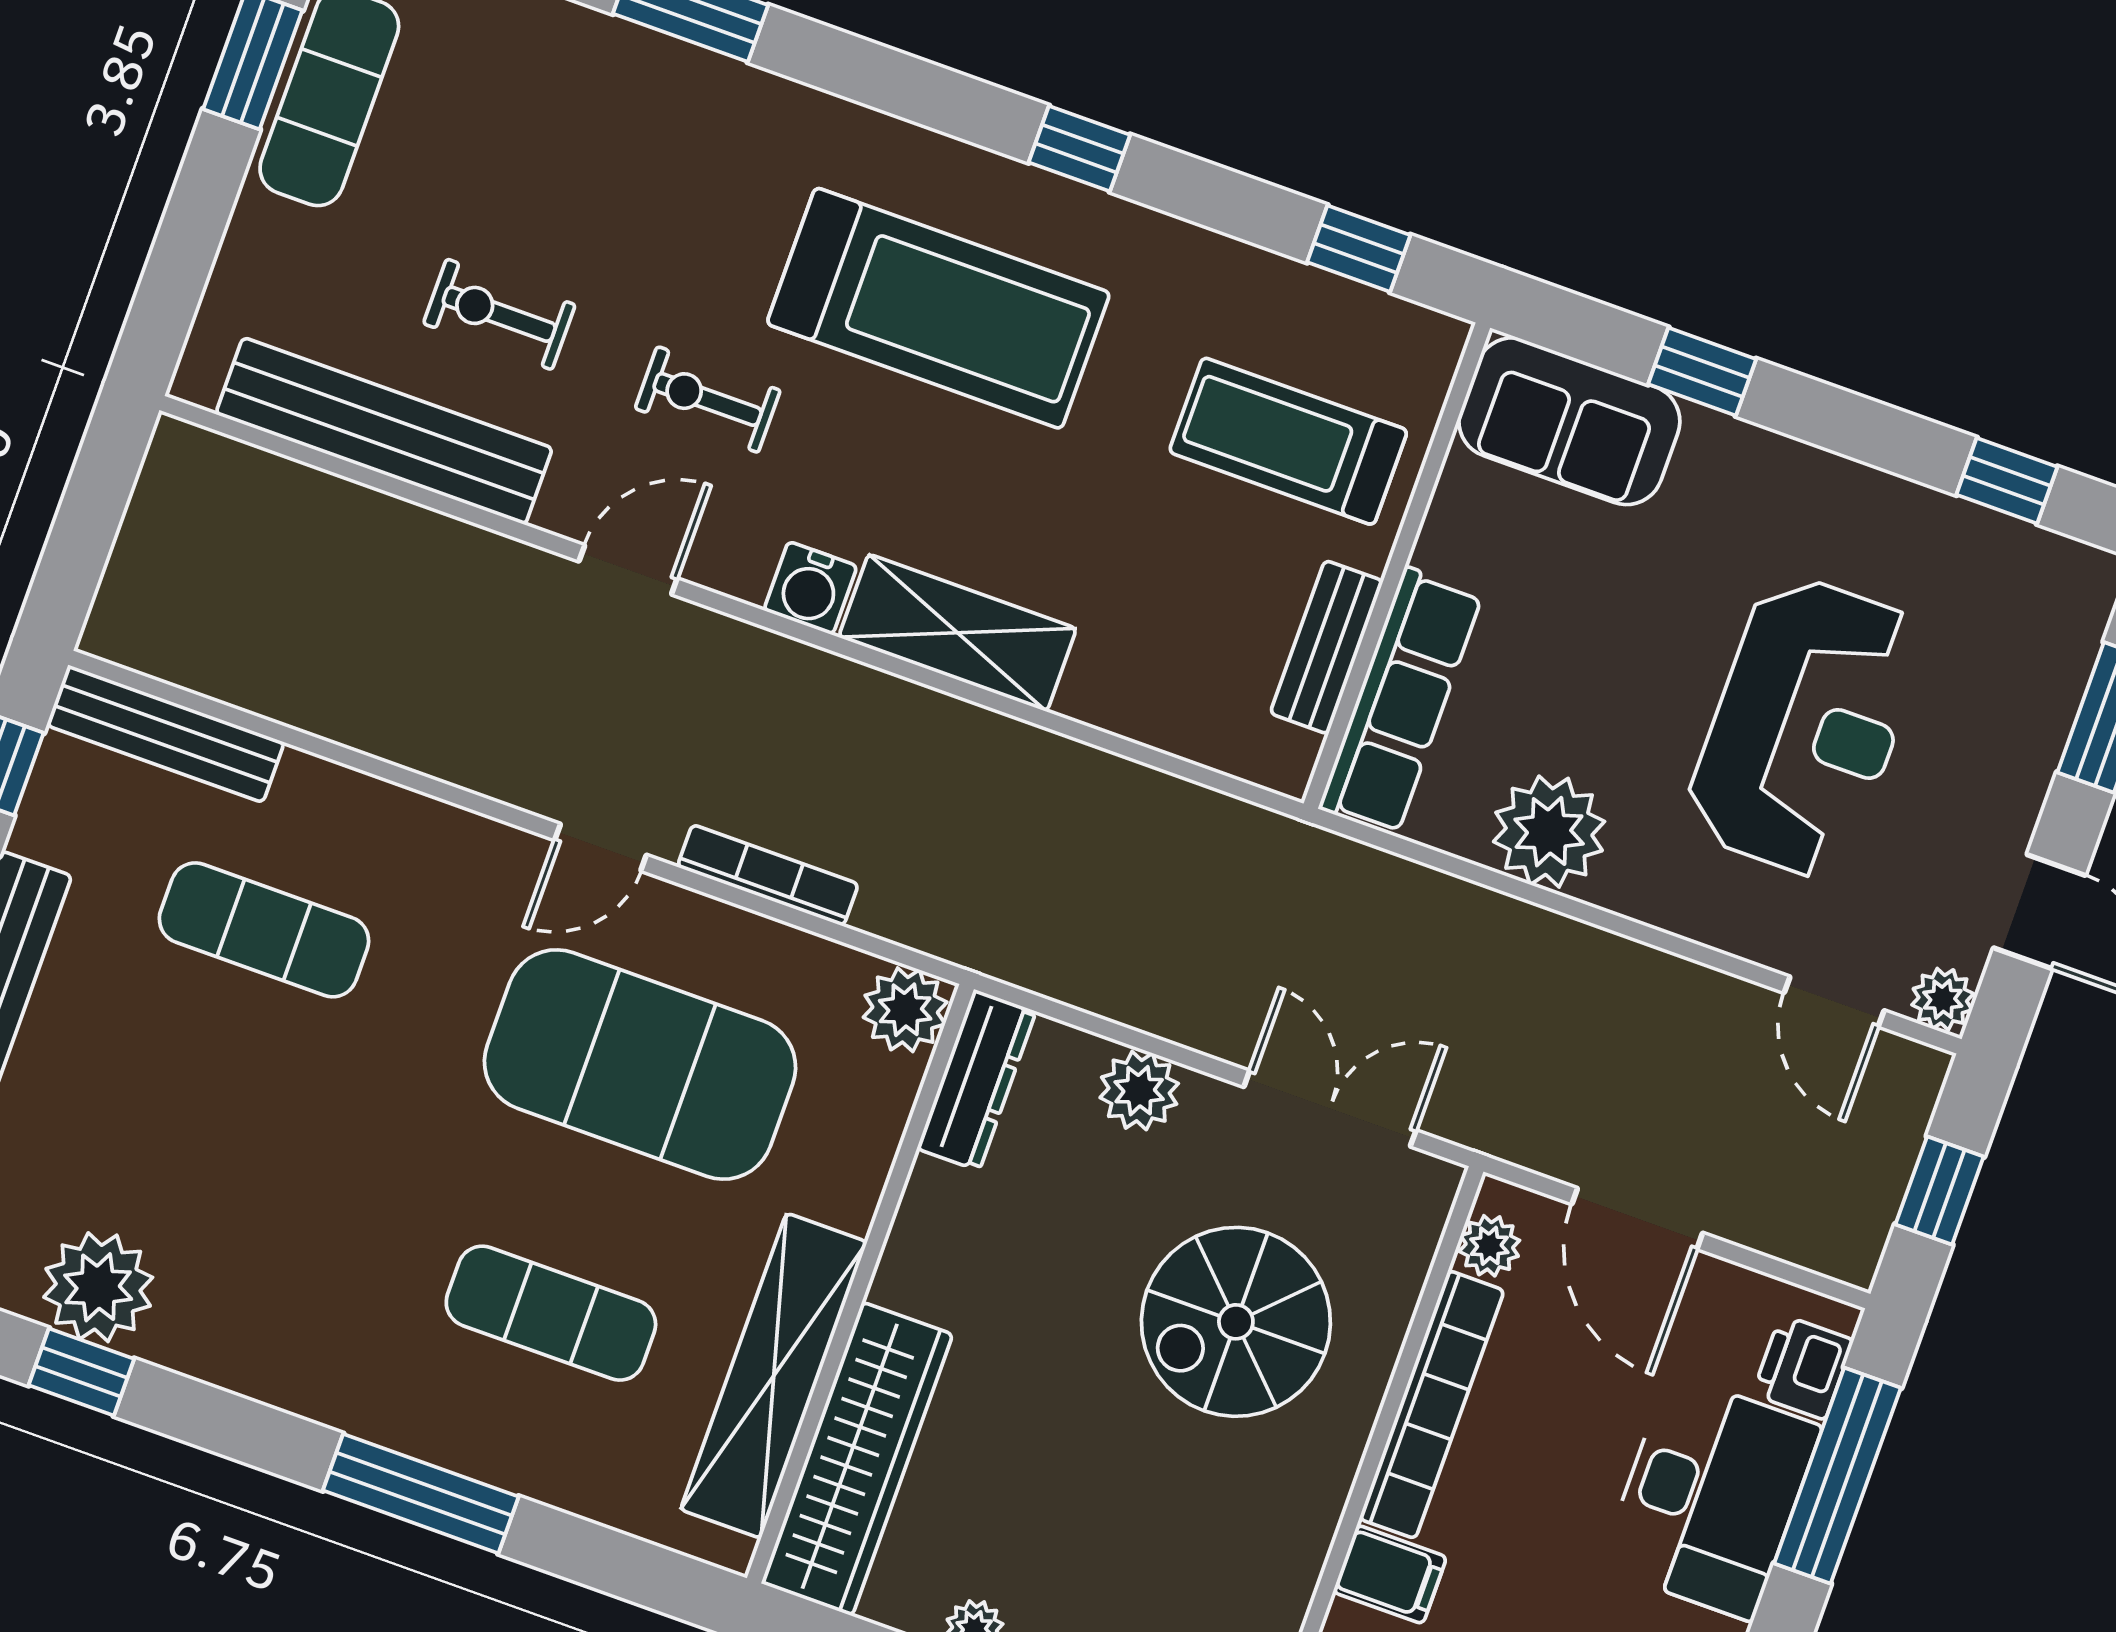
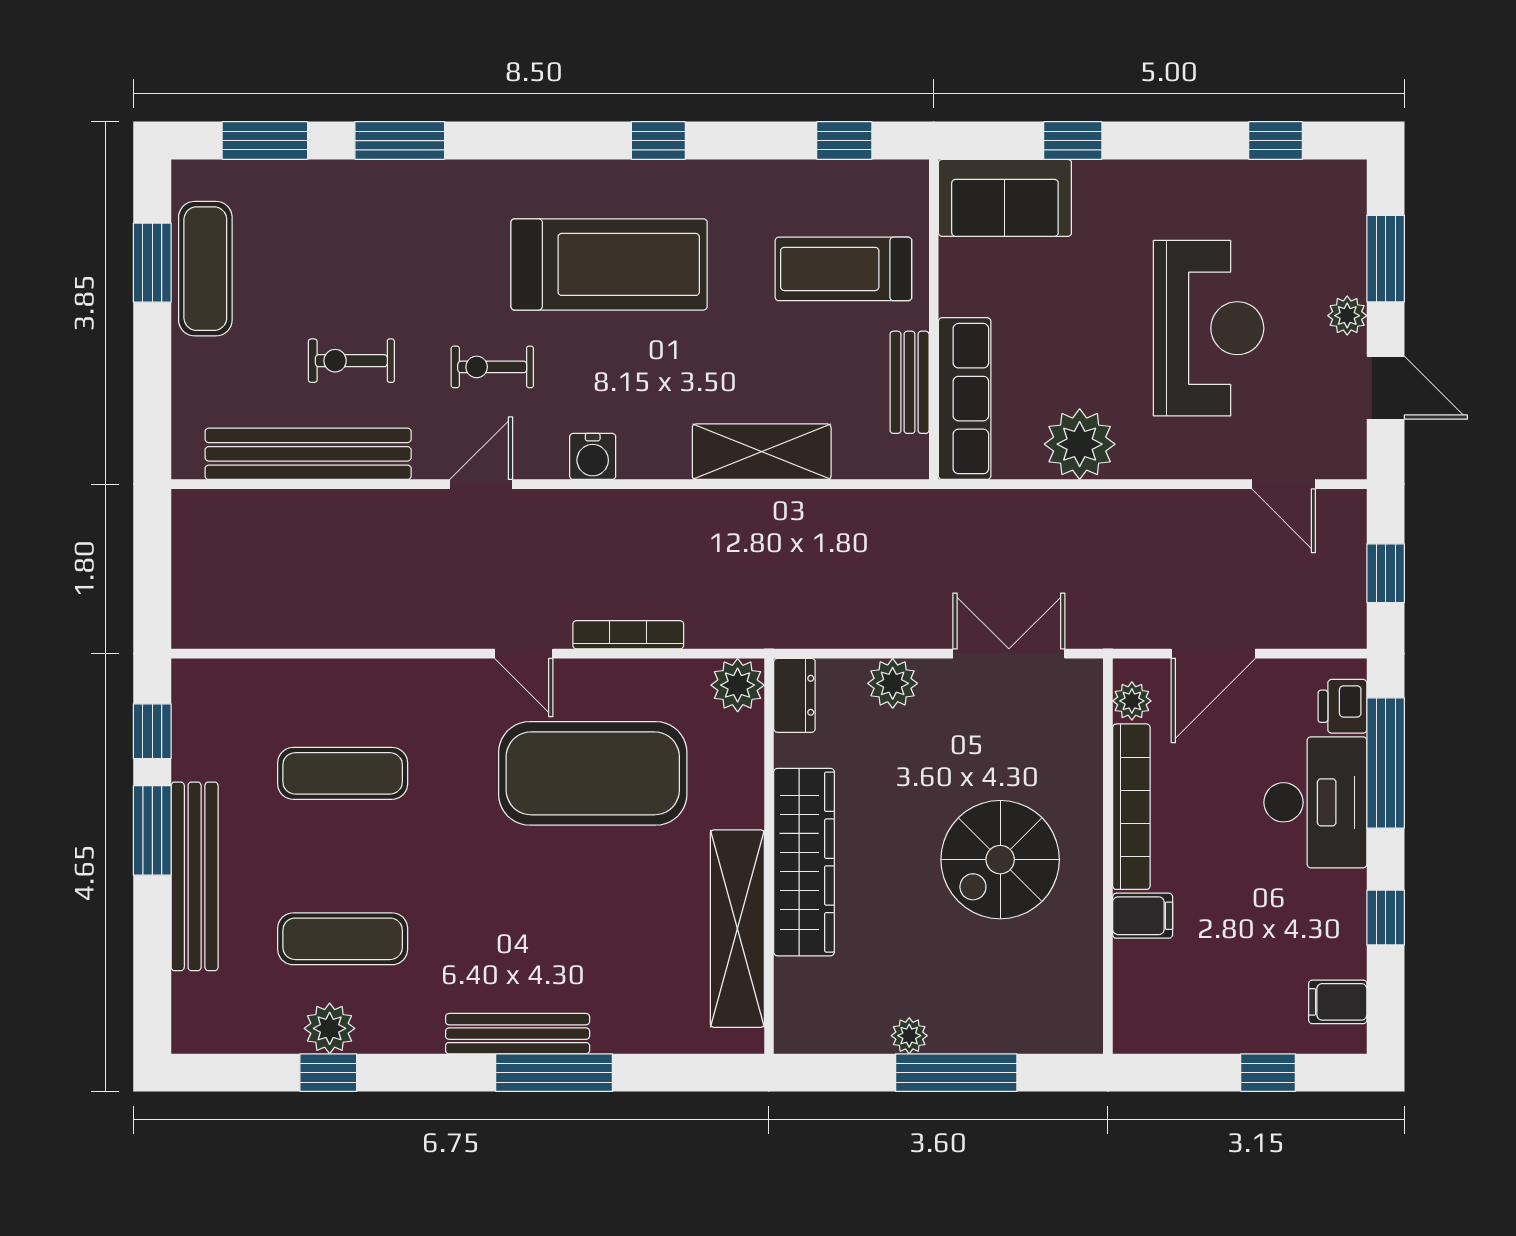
shelving: (958, 633) -> (762, 452), moved
bench: (165, 734) -> (518, 1034), moved
door: (601, 847) -> (524, 654), hinge flipped
plant: (1943, 999) -> (1347, 316), moved
dresser: (976, 1080) -> (794, 695), width x0.70
door: (1637, 1219) -> (1213, 654), hinge flipped
plant: (98, 1287) -> (330, 1028), width x0.73, depth x0.73
exercise mat: (551, 1313) -> (343, 939), moved
spiral stairs: (1236, 1322) -> (1000, 860), moved
wardrobe: (857, 1459) -> (804, 862), moved

